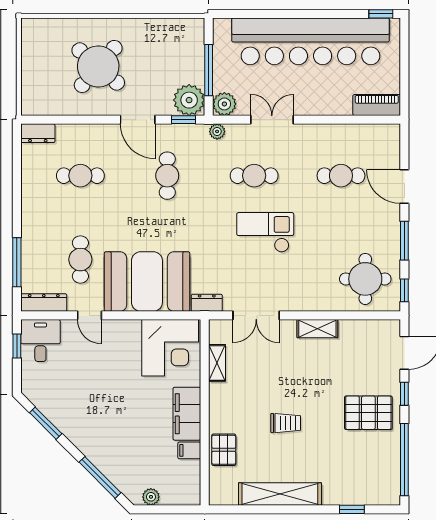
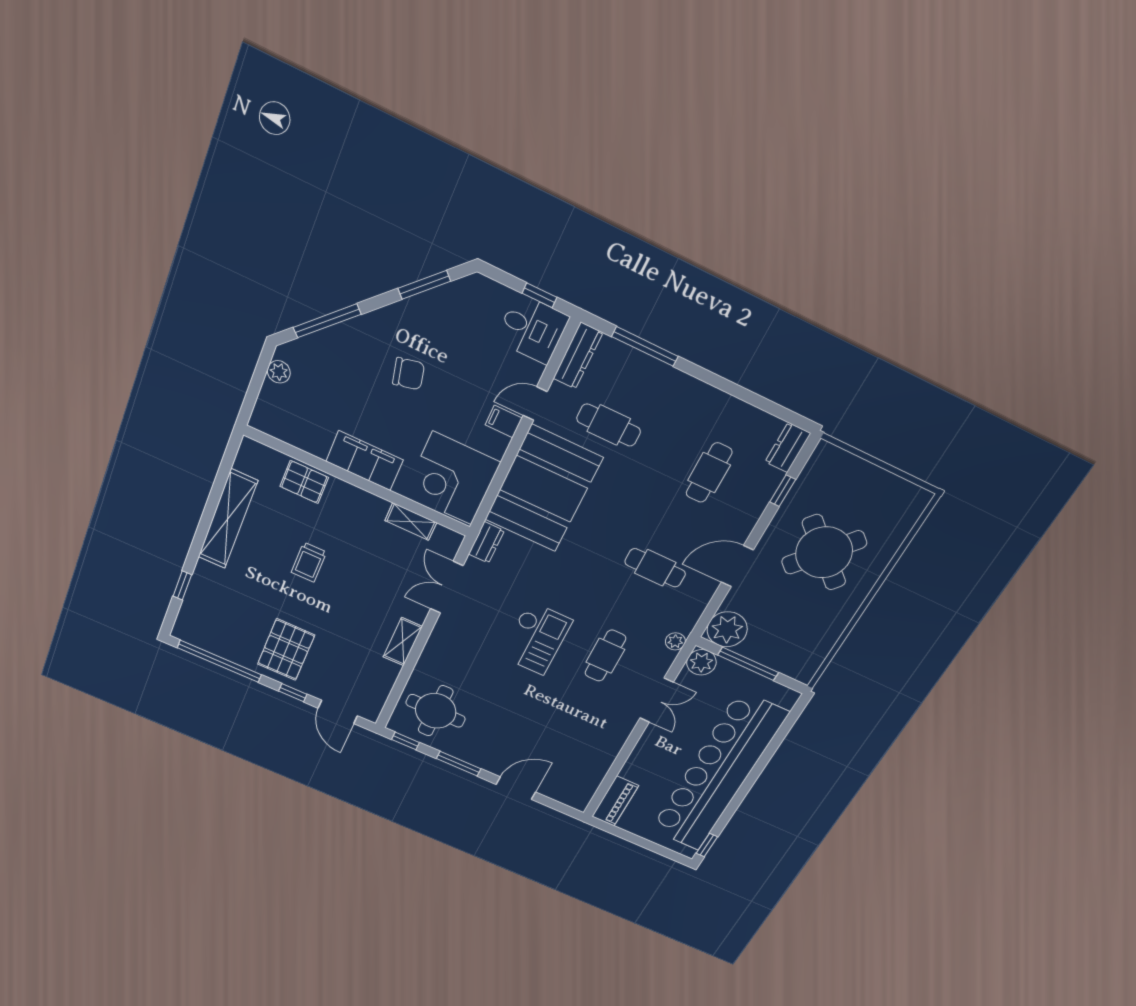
window: (183, 120) -> (783, 491), moved
cafe table: (341, 176) -> (559, 737), removed
chair: (110, 409) -> (408, 374), added
filing cabinet: (189, 450) -> (504, 421), moved, turned -90

